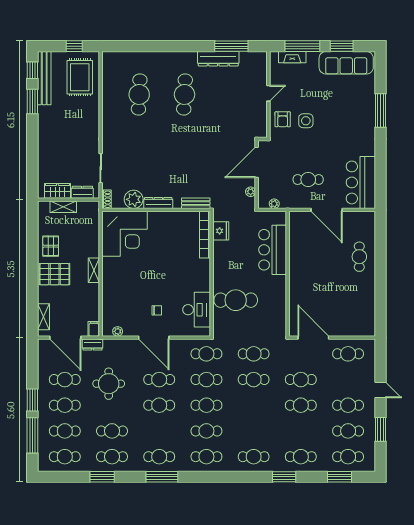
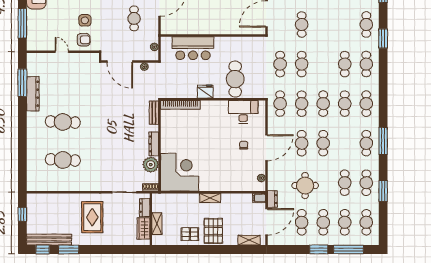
fireplace: (292, 57) -> (32, 32), removed
rug: (80, 77) -> (92, 217), moved, turned 90
fridge: (221, 231) -> (205, 92), moved
cafe table: (301, 405) -> (345, 64), moved

